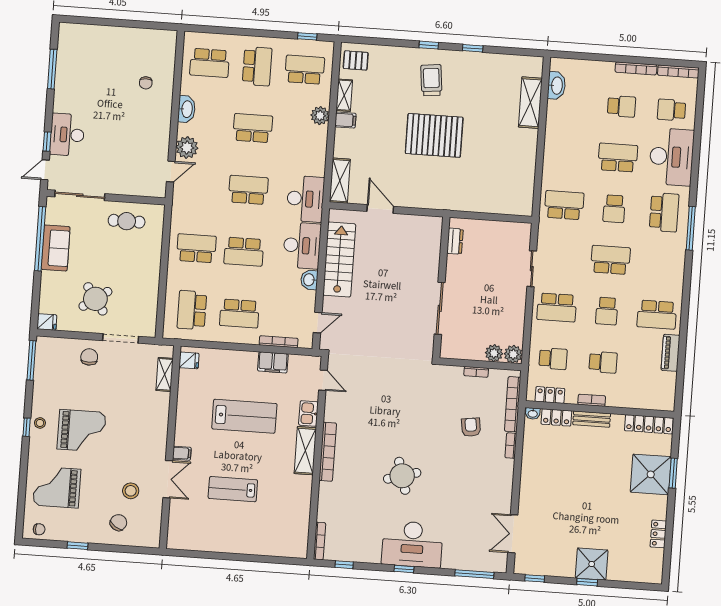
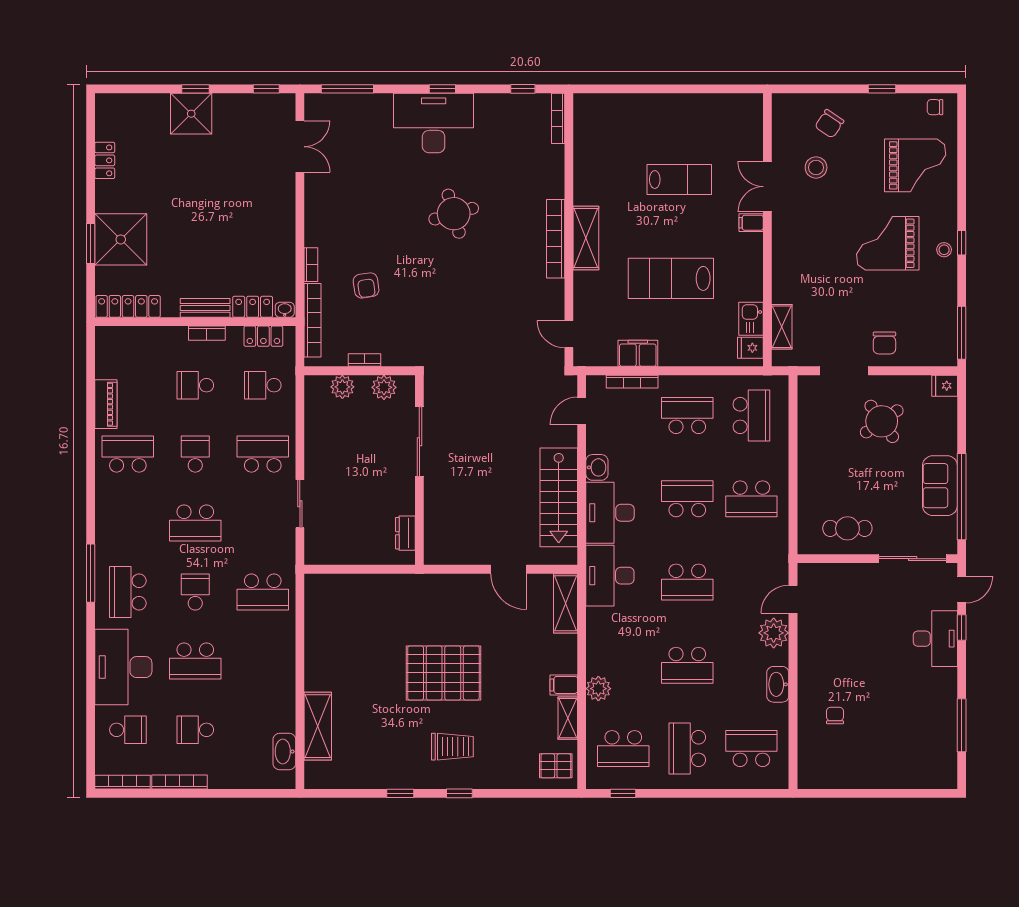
trolley: (431, 80) -> (452, 747), turned -84
plant: (513, 354) -> (384, 387), moved
kitchen sink: (308, 413) -> (751, 319), moved, turned 180

